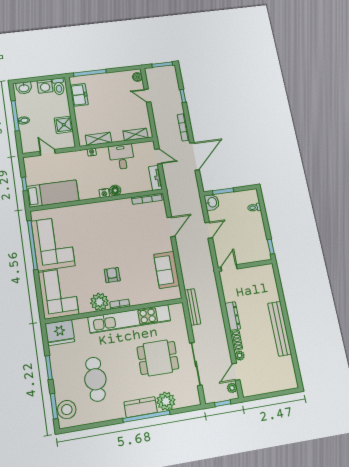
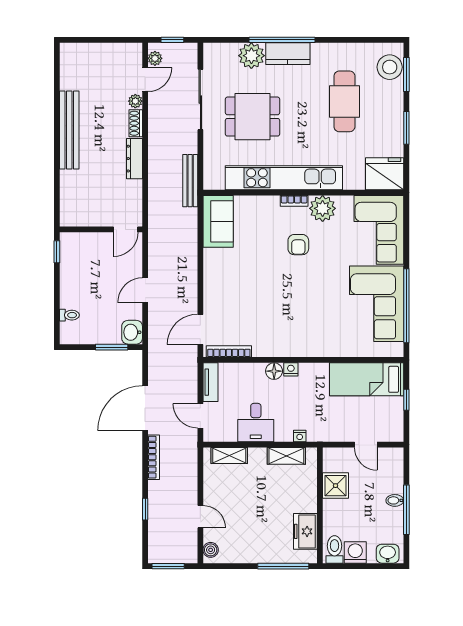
door: (171, 227) -> (200, 330), moved
sofa: (167, 270) -> (218, 221), moved

